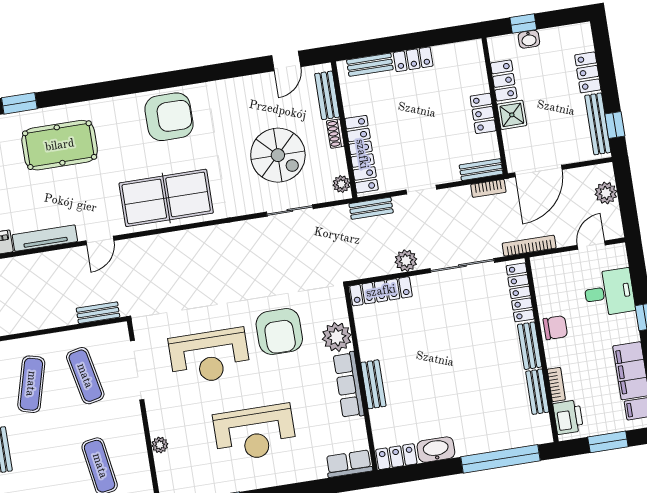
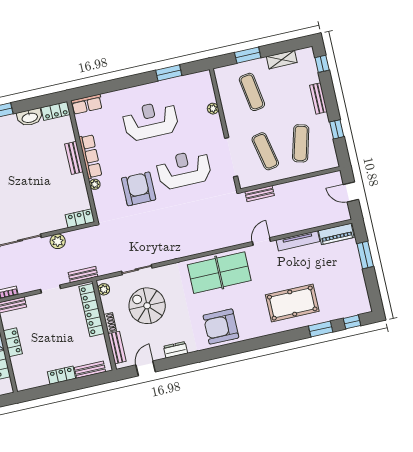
dresser: (240, 86) -> (175, 350), added
locker: (381, 291) -> (80, 218), width x0.66
plant: (337, 337) -> (95, 184), width x0.53, depth x0.53

